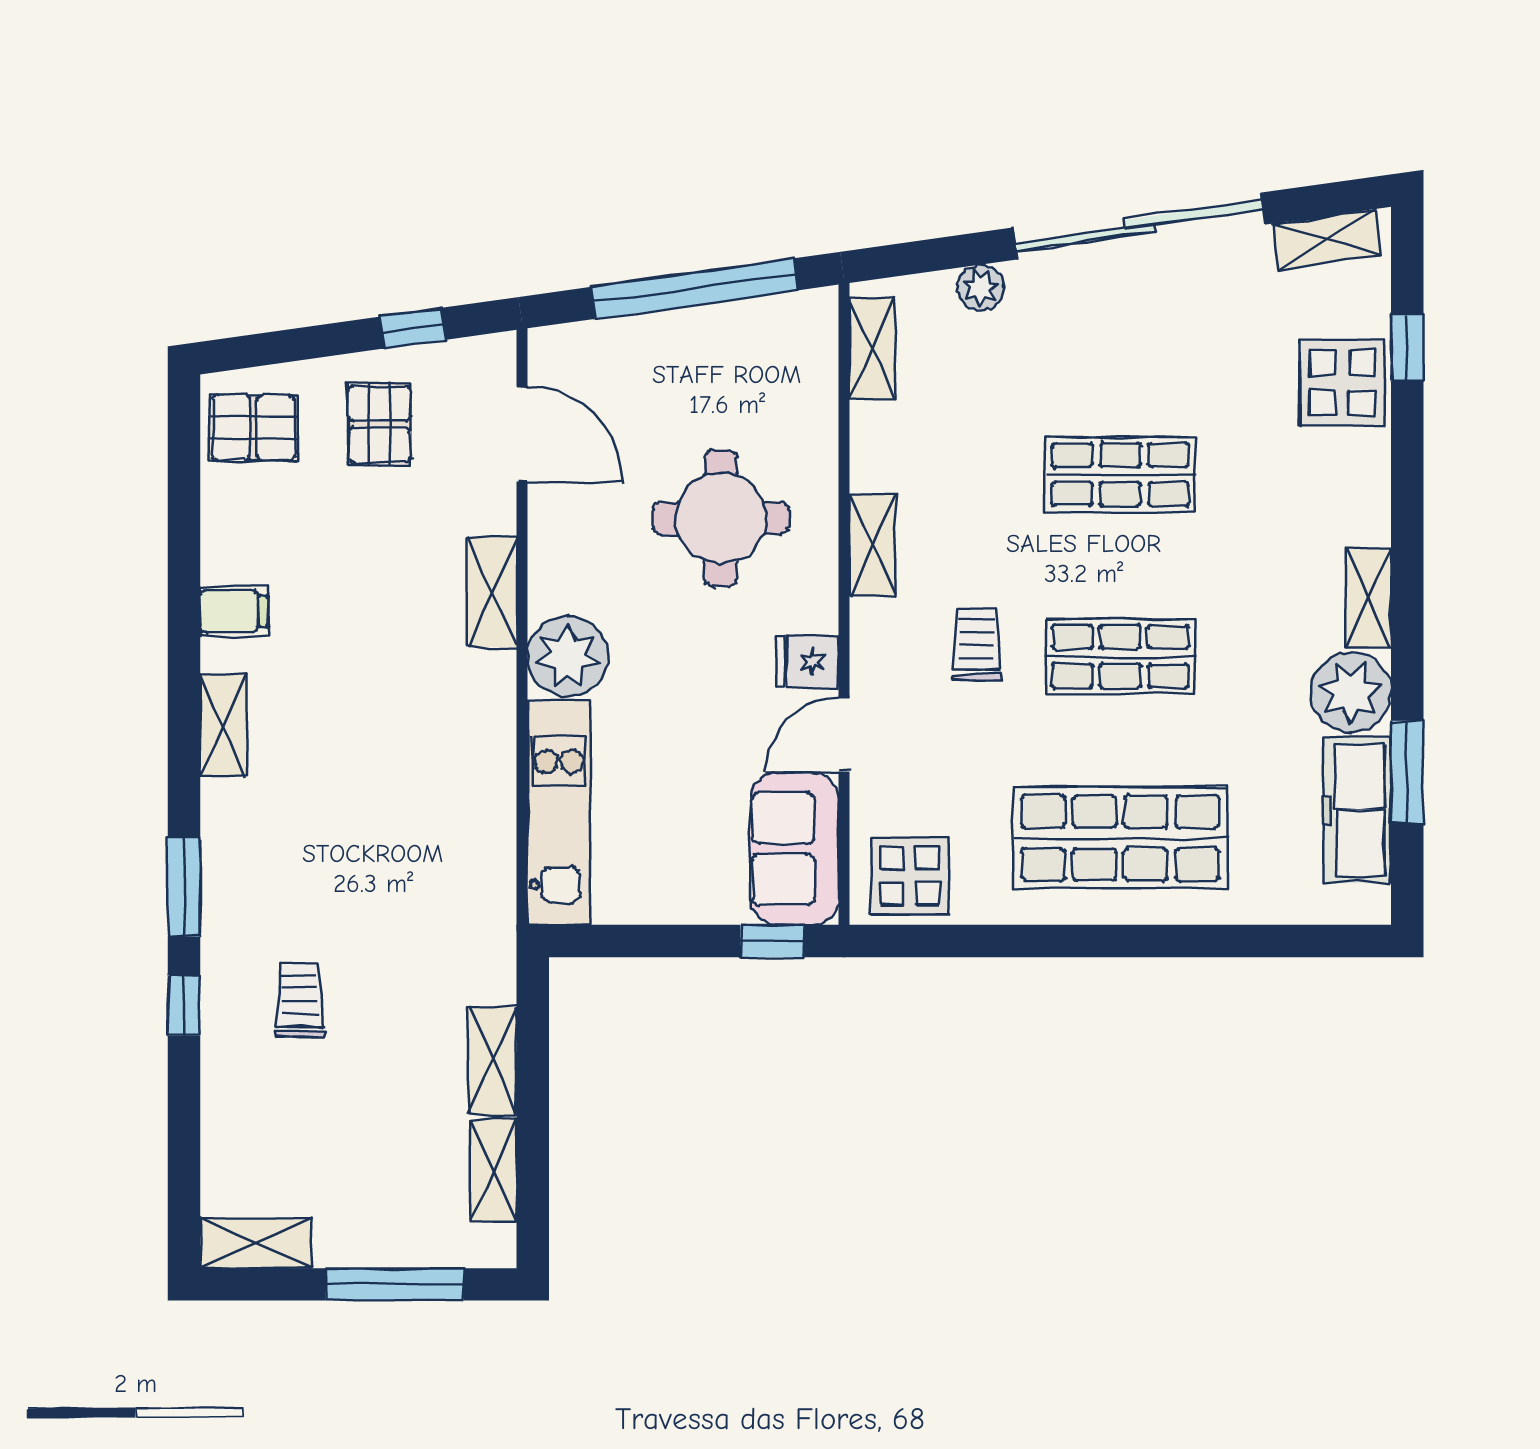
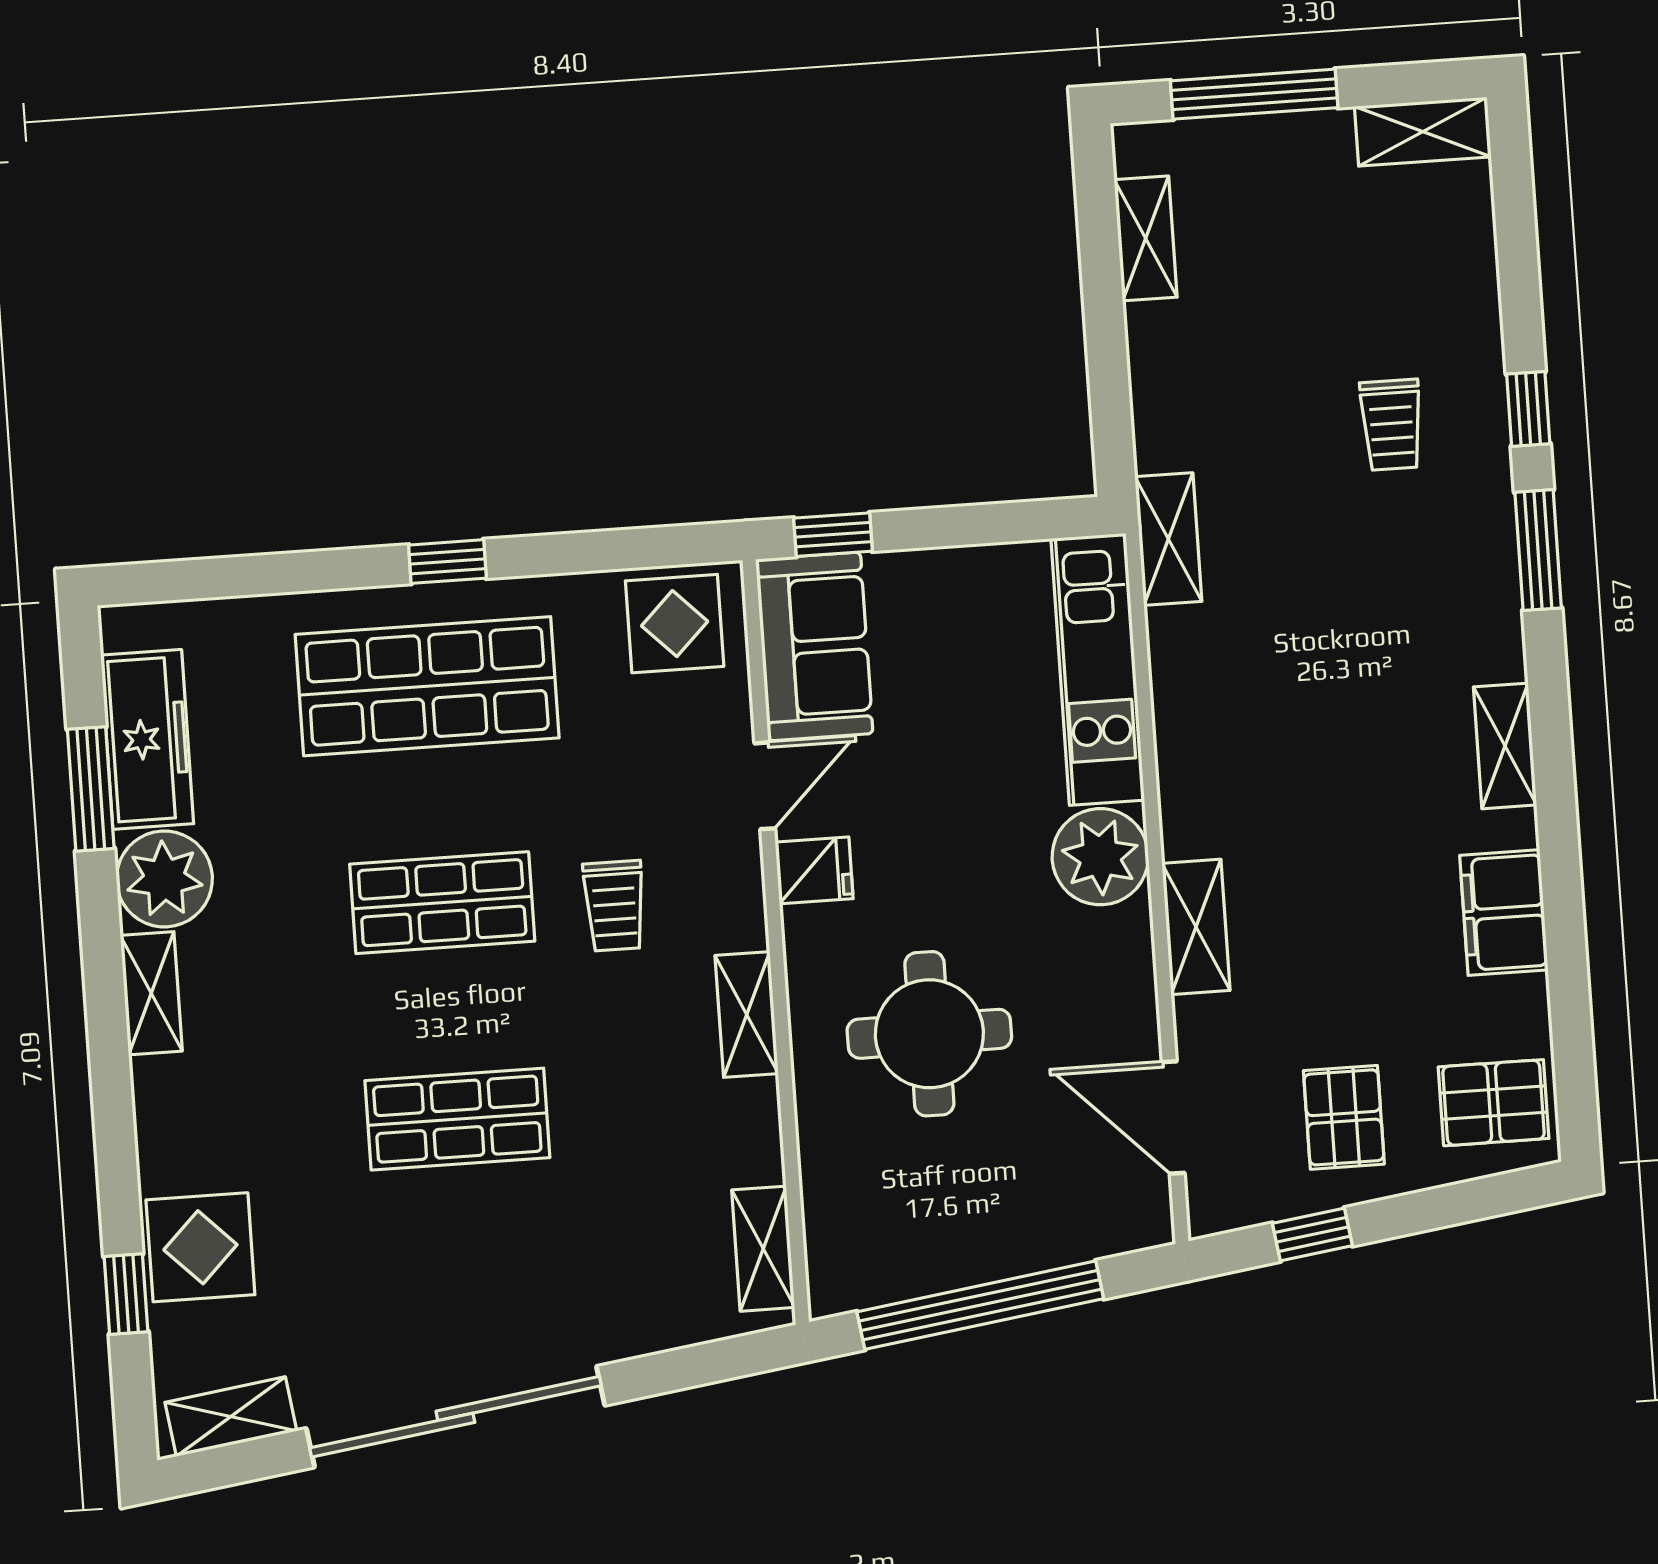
plant: (981, 288) -> (639, 1330), removed
filing cabinet: (234, 611) -> (1504, 913), width x2.00
window: (1096, 941) -> (447, 562), added
shelving: (492, 1061) -> (1168, 539), moved

